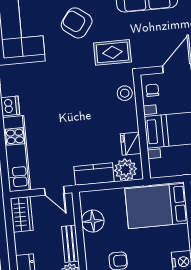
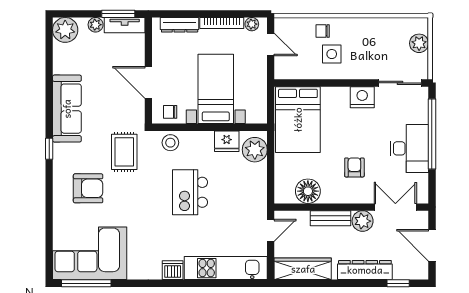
armchair: (77, 23) -> (88, 188), turned -127
kitchen island: (82, 115) -> (190, 192), added
kitchen counter: (94, 174) -> (256, 185), removed
wardrobe: (22, 214) -> (303, 269), width x1.50

